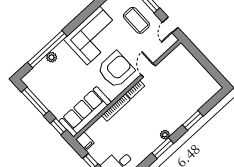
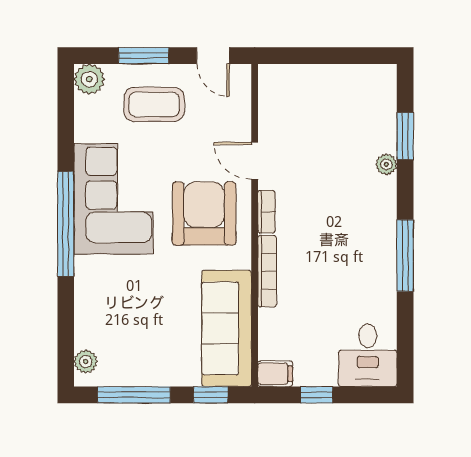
window: (47, 49) -> (66, 224), moved
plant: (52, 57) -> (86, 362), moved
window: (193, 120) -> (405, 136), moved
plant: (165, 135) -> (386, 164), moved
window: (163, 148) -> (405, 256), width x1.44

